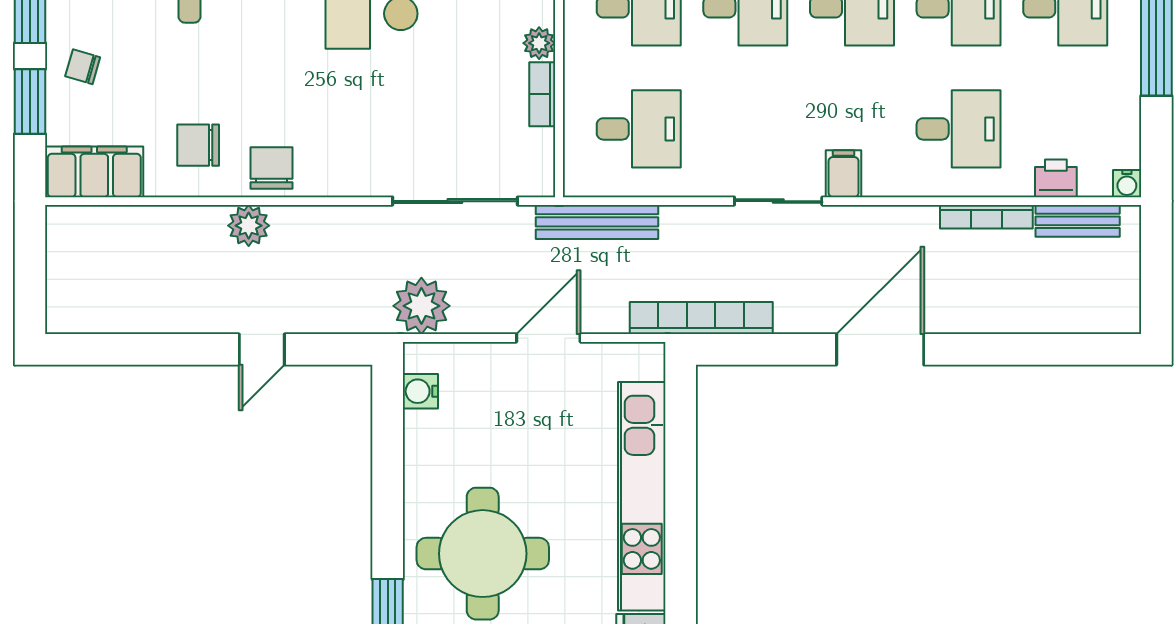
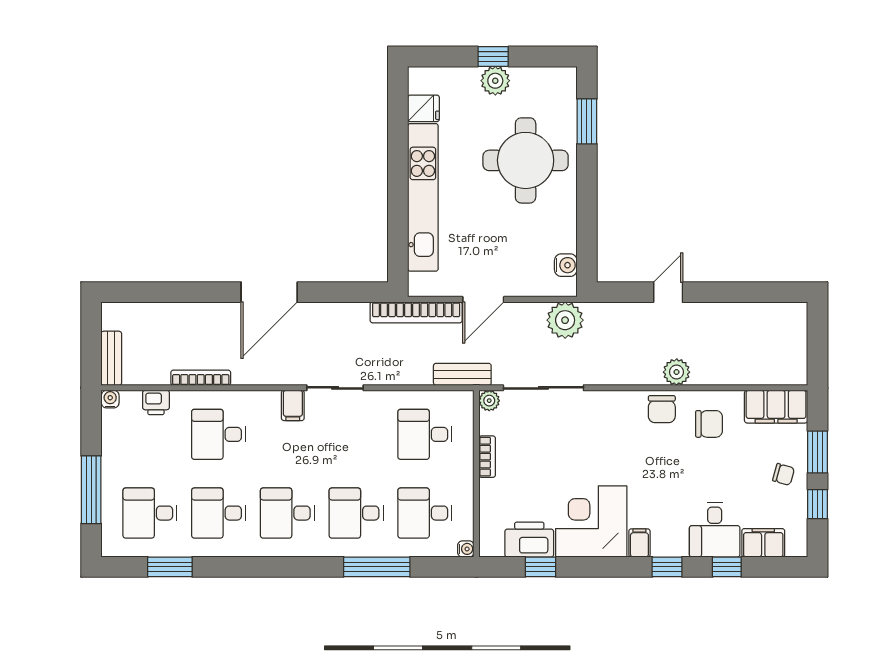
plant: (539, 43) -> (489, 401), moved
bench: (1078, 221) -> (111, 358), moved, turned 90
bench: (597, 222) -> (462, 374), width x0.73
bookcase: (701, 318) -> (416, 312), moved

